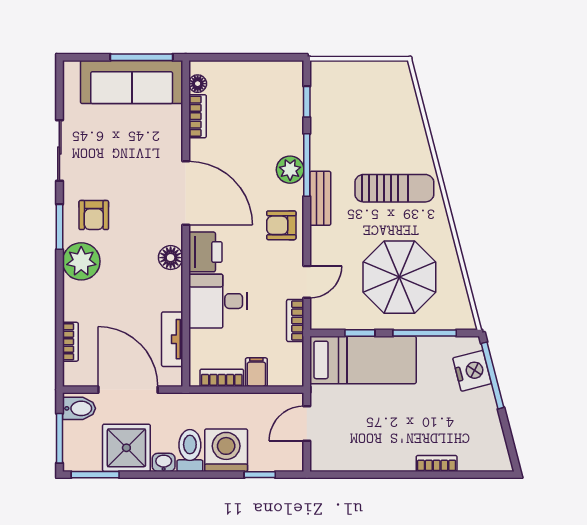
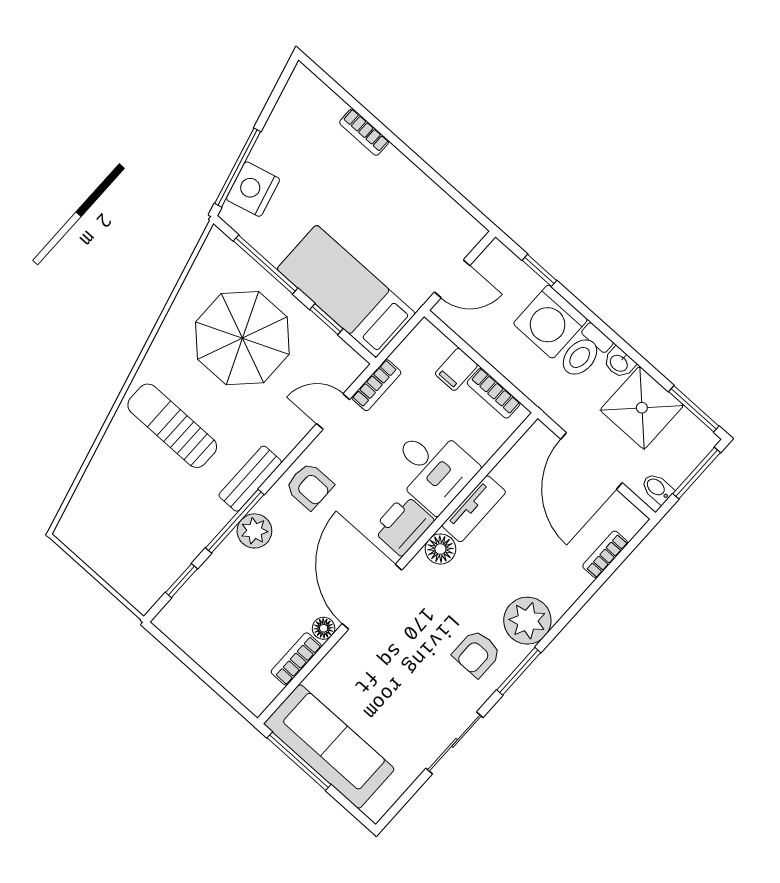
floor lamp: (198, 84) -> (324, 628), moved
armchair: (94, 215) -> (477, 653), turned 180
tv unit: (172, 339) -> (474, 509), moved
bidet: (79, 408) -> (657, 488), width x0.72, depth x0.74

